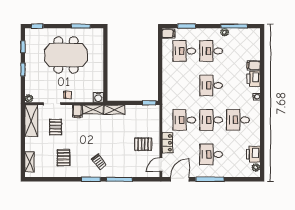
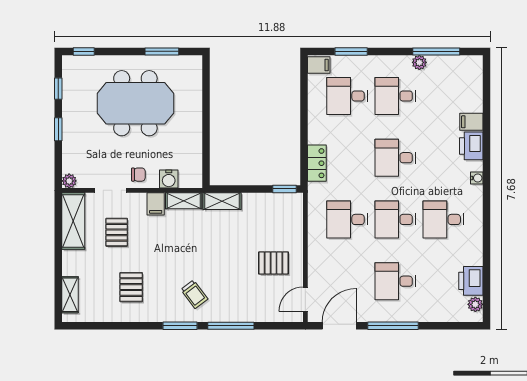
water cooler: (98, 97) -> (169, 179), moved
locker: (167, 143) -> (317, 163), moved

